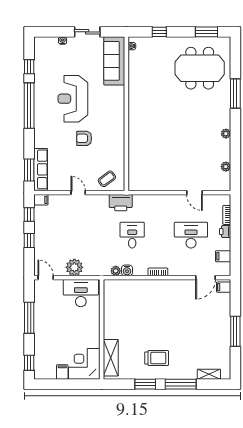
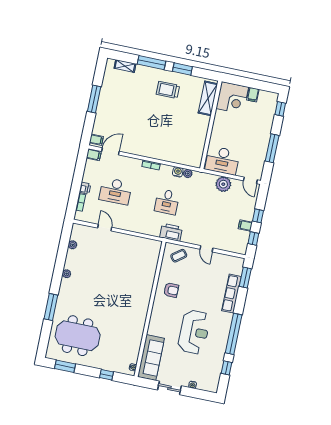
armchair: (84, 138) -> (171, 290), moved
row of seats: (41, 169) -> (231, 294), moved
filing cabinet: (41, 200) -> (245, 225), moved
filing cabinet: (223, 256) -> (94, 155), moved

